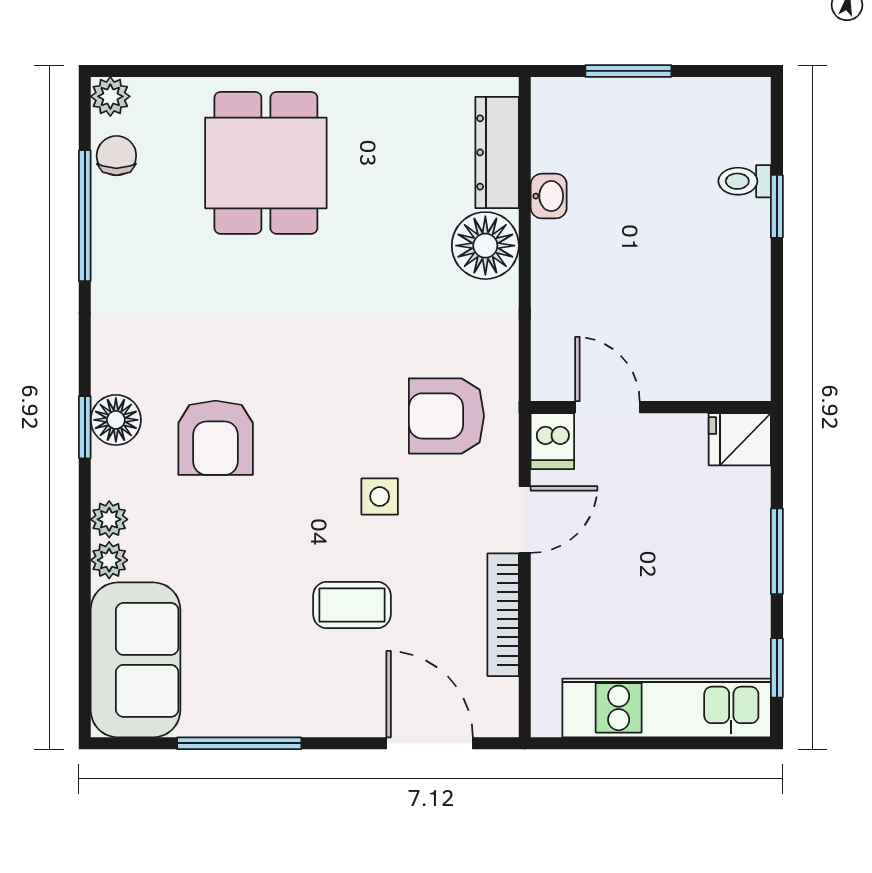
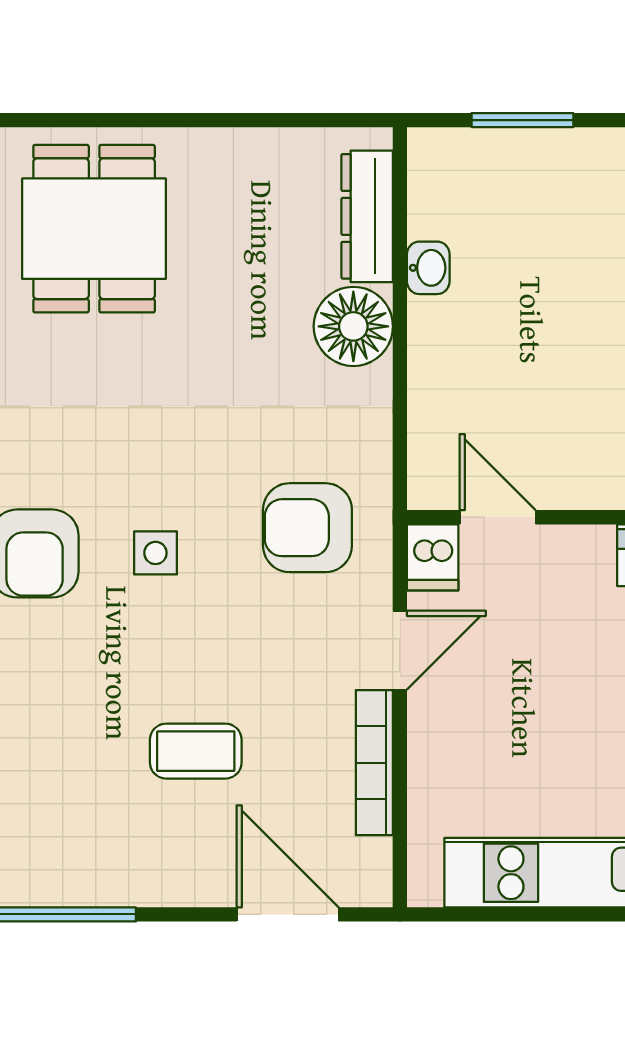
side table: (380, 497) -> (155, 553), moved

